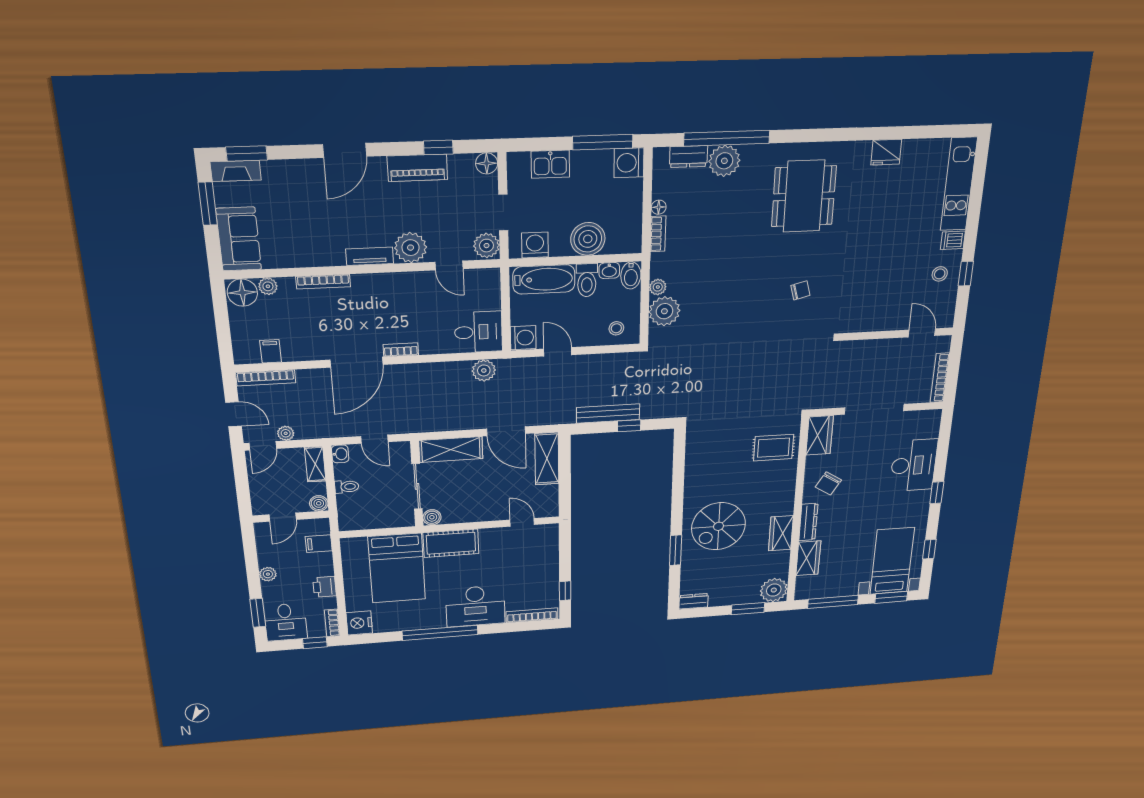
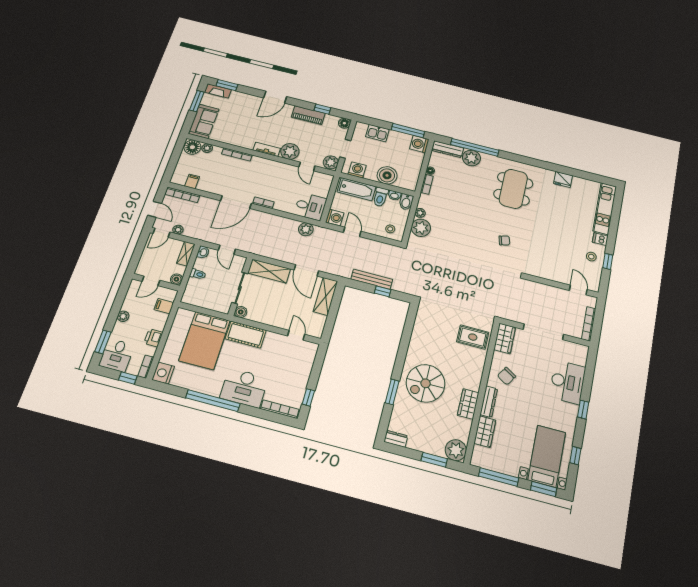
dresser: (688, 157) -> (448, 149), width x1.44

